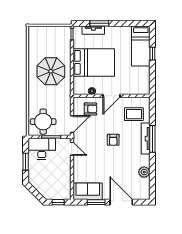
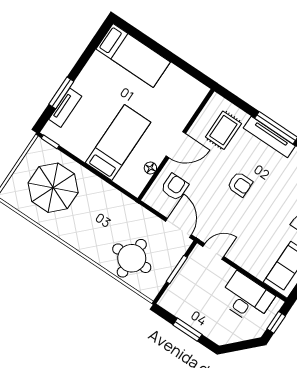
window: (152, 54) -> (155, 46), removed
bed: (94, 62) -> (118, 142), width x0.67
parasol: (51, 71) -> (53, 188), moved
door: (111, 96) -> (176, 145), hinge flipped
round table: (43, 122) -> (132, 258), moved
desk: (42, 149) -> (246, 298), moved, turned 90

